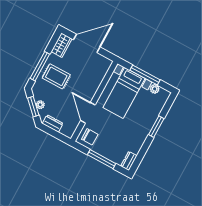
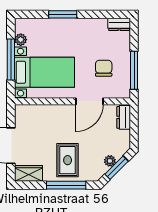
dresser: (53, 123) -> (124, 117), moved
chair: (90, 137) -> (104, 68), moved
window: (102, 159) -> (134, 70), moved

